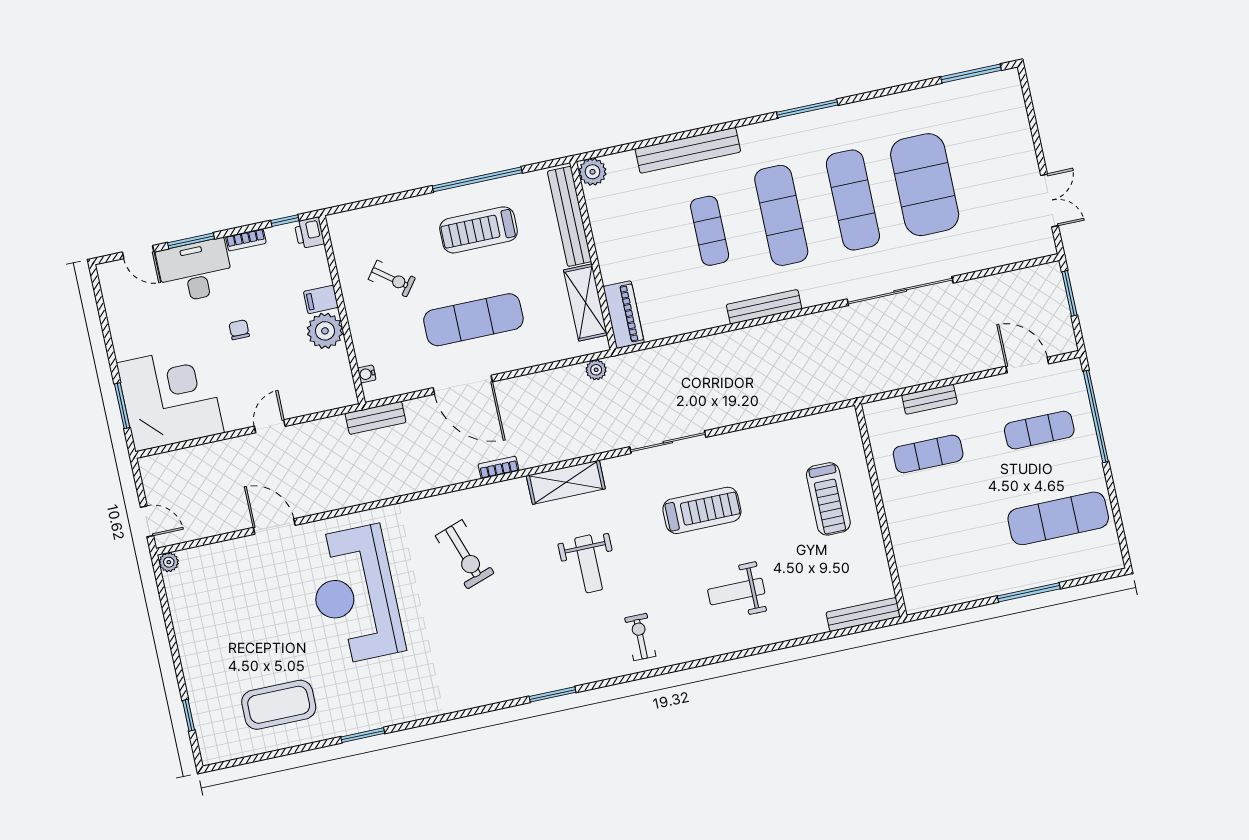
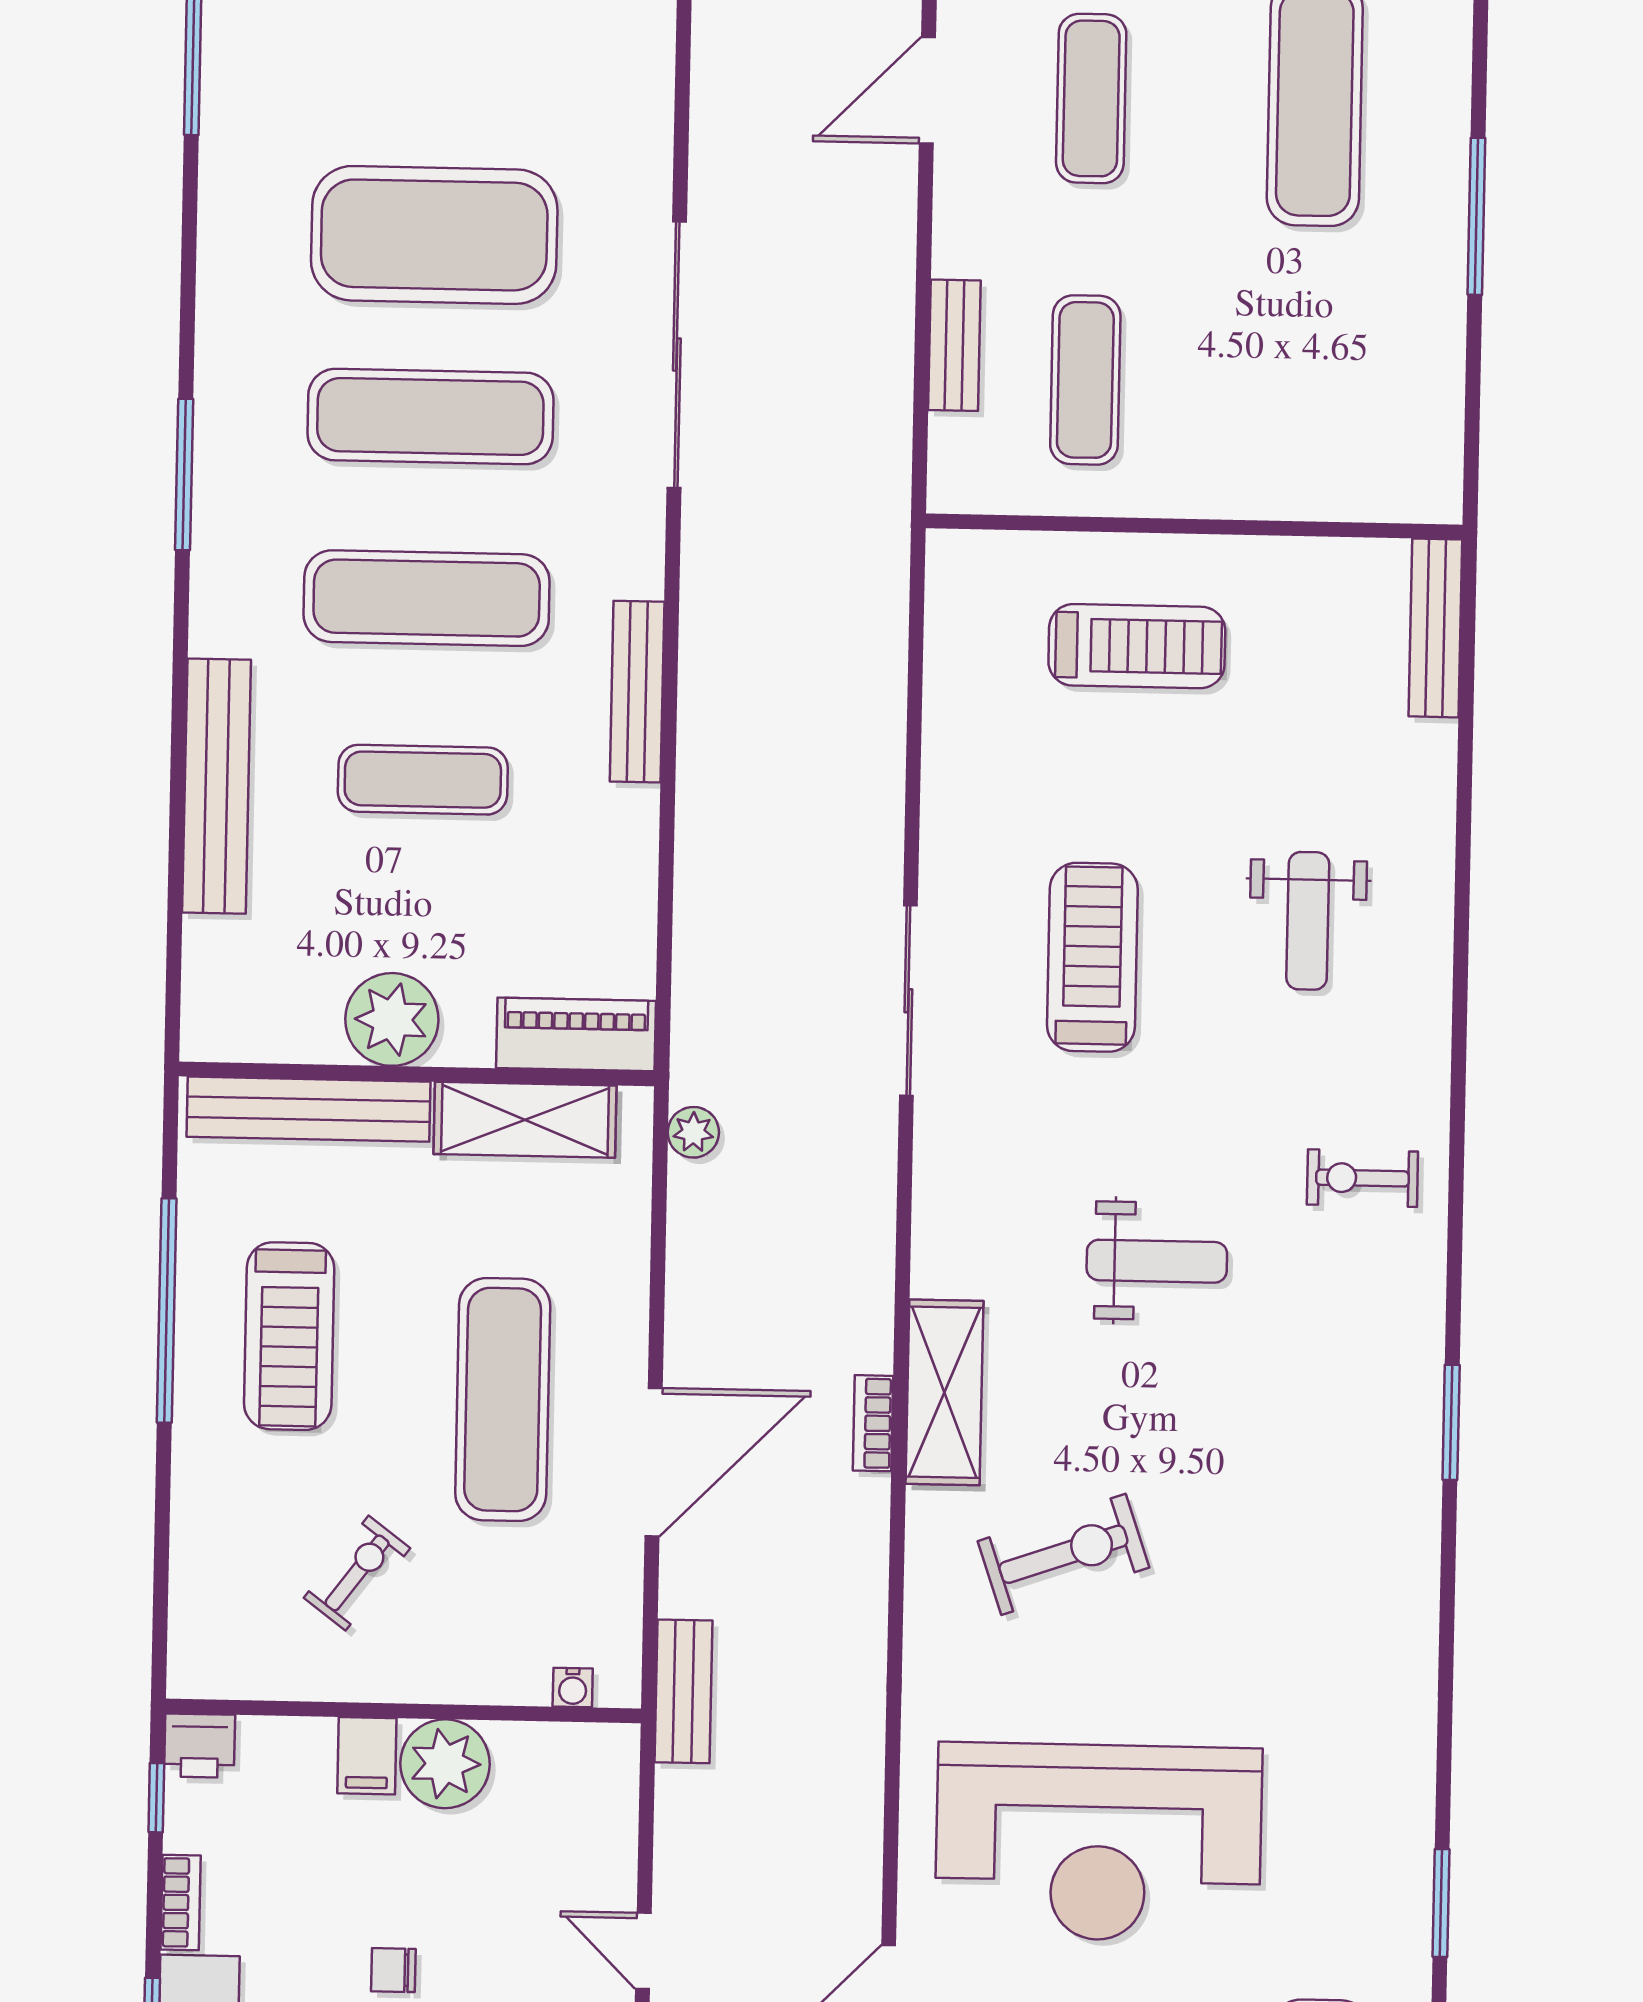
plant: (593, 172) -> (392, 1019), moved, width x1.36, depth x1.36
shelving: (566, 482) -> (944, 1392), moved

